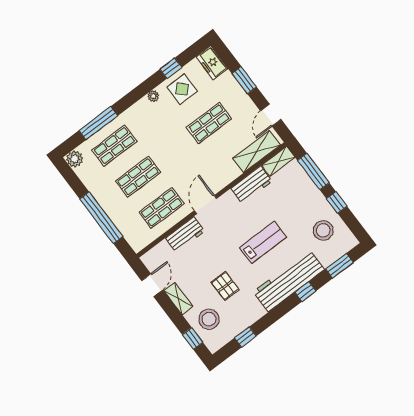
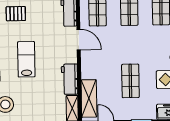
lab bench: (263, 242) -> (26, 59), turned 180

